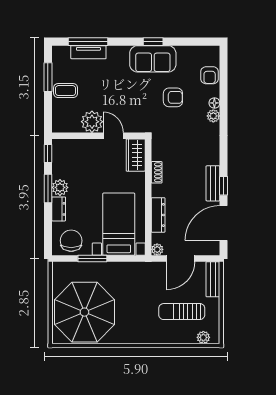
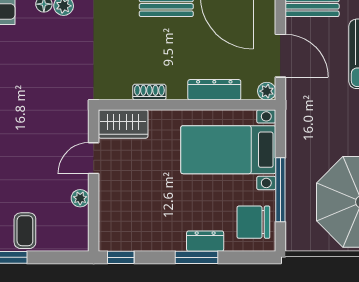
armchair: (173, 97) -> (35, 67), removed
plant: (92, 122) -> (80, 198), width x0.53, depth x0.53
plant: (60, 187) -> (172, 239), removed
window: (48, 189) -> (196, 257), moved
window: (92, 258) -> (280, 190), width x1.44

